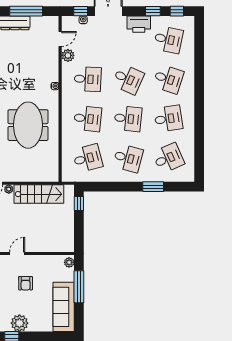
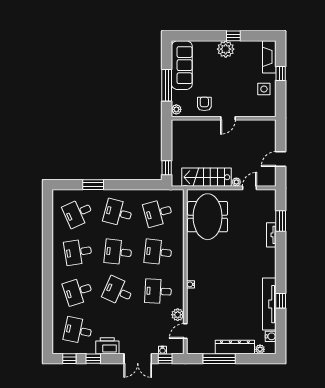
desk: (168, 79) -> (78, 291), turned -36
meeting table: (28, 125) -> (208, 217), moved
armchair: (26, 283) -> (204, 104), moved

